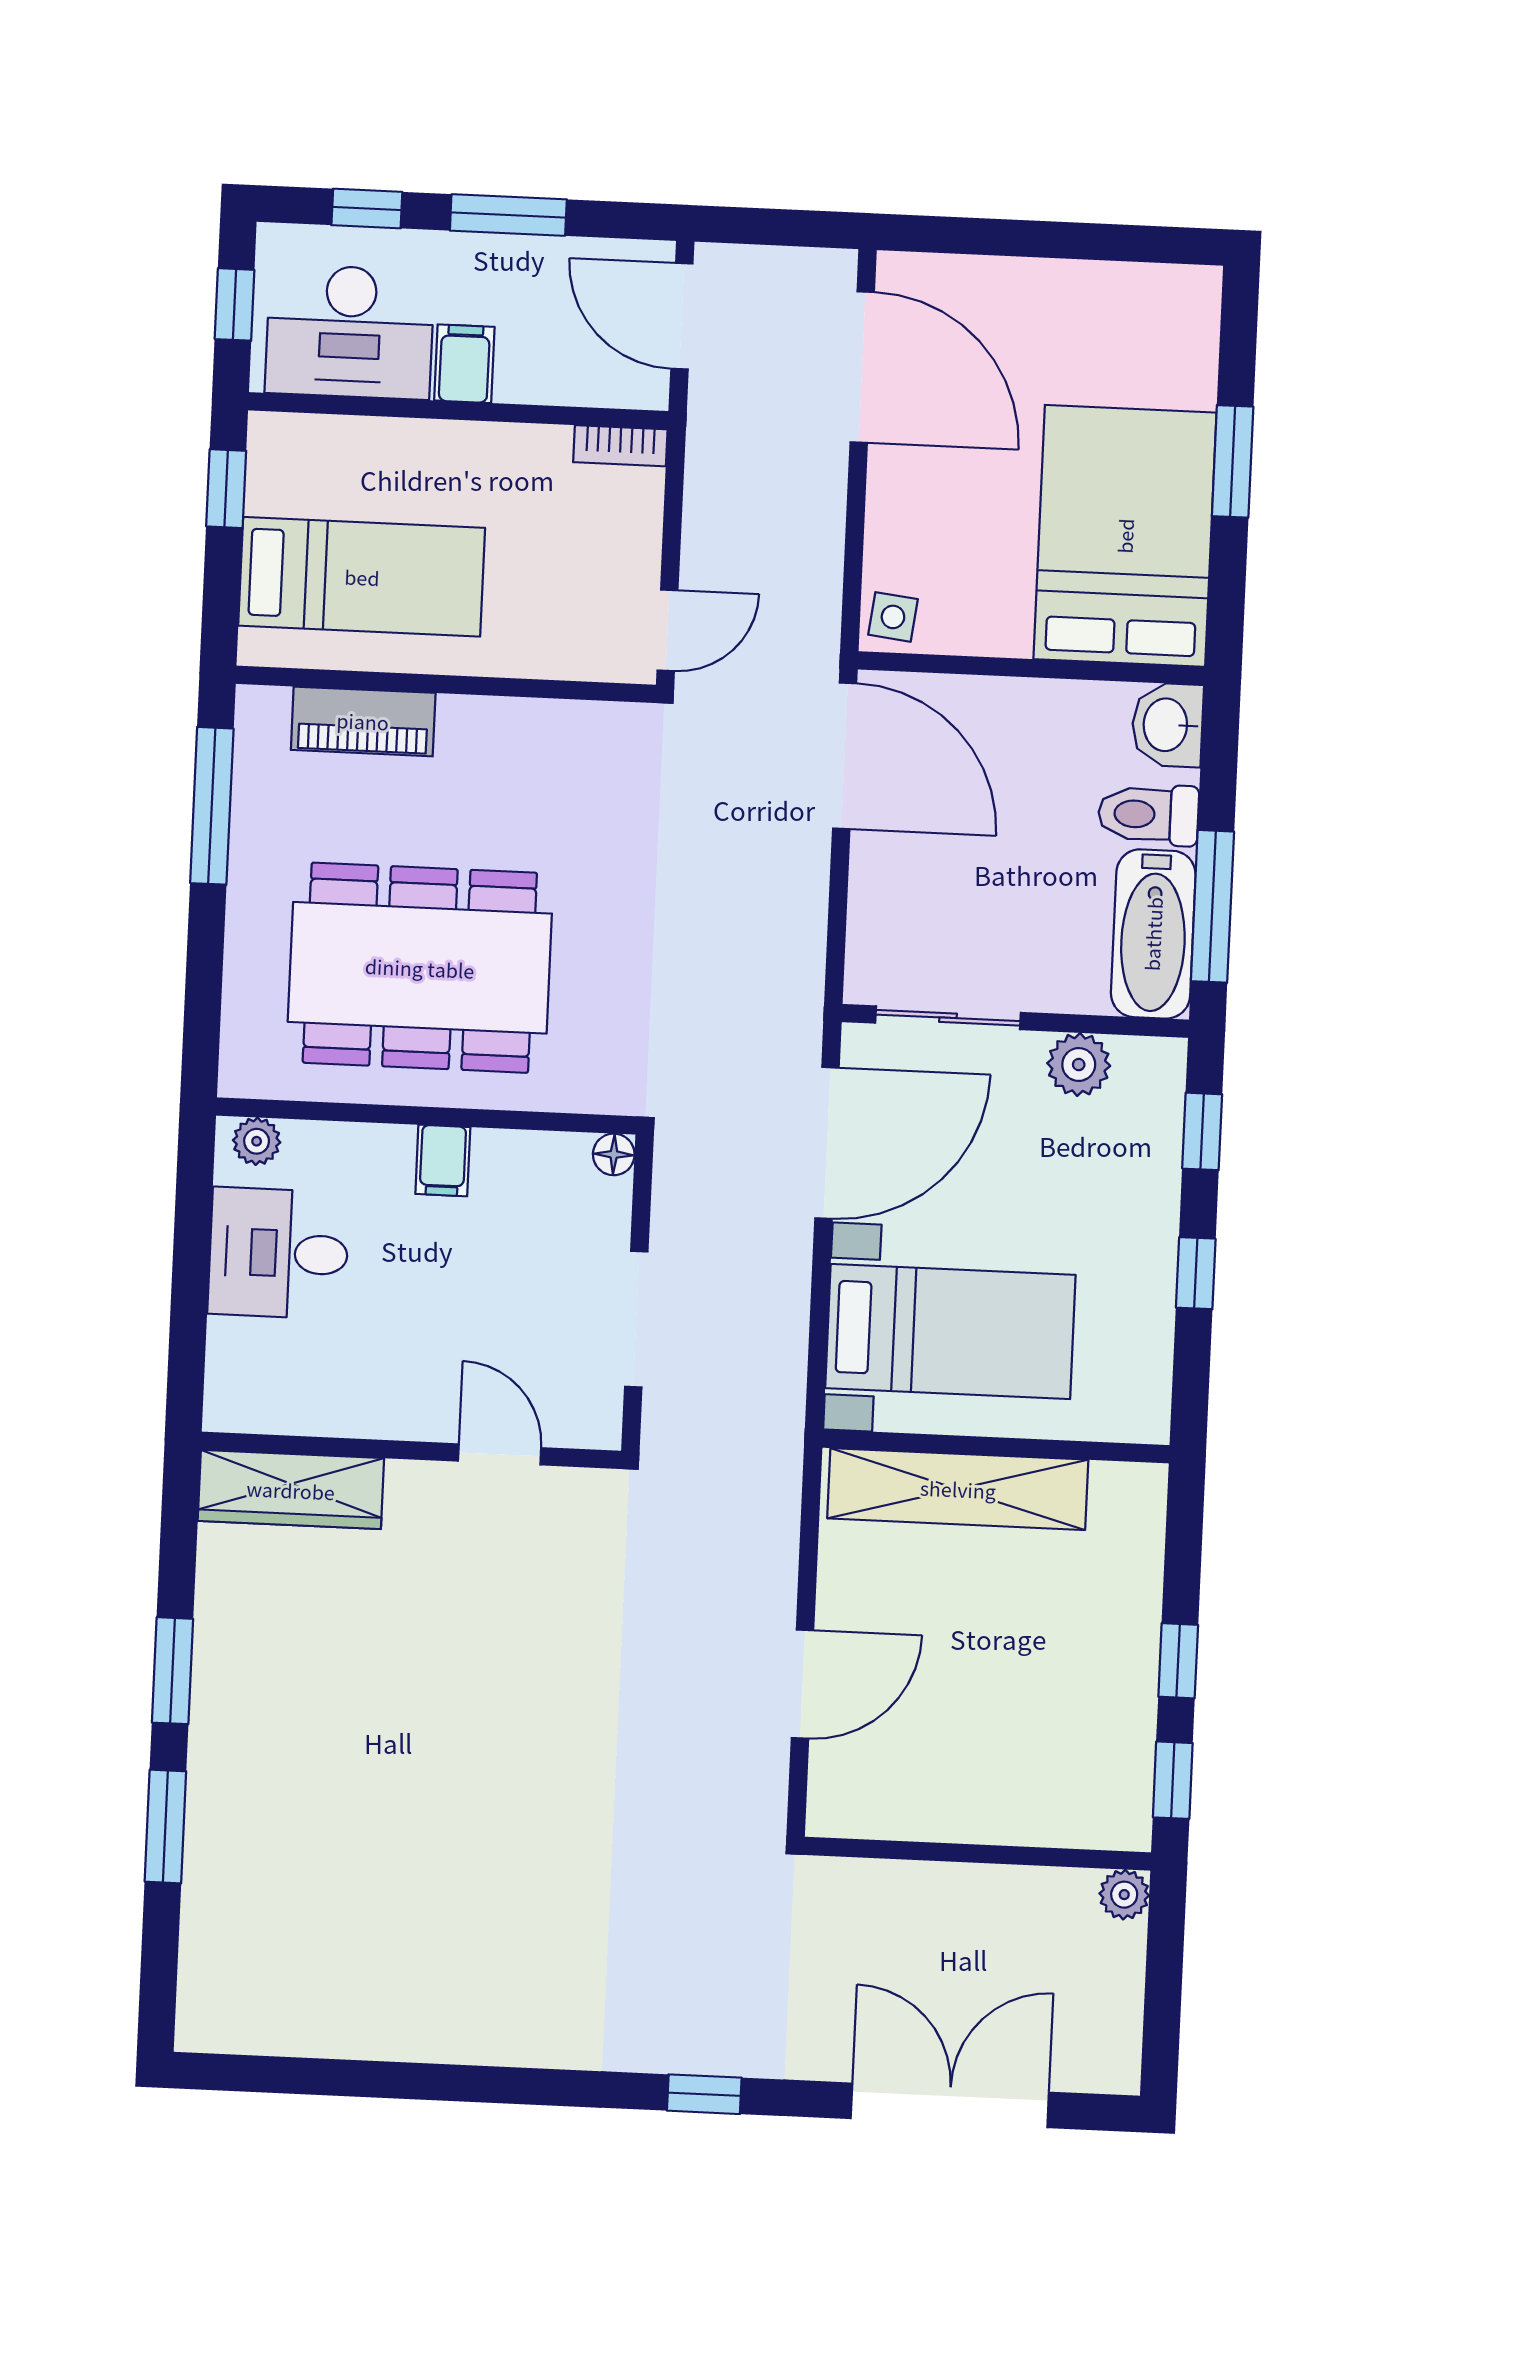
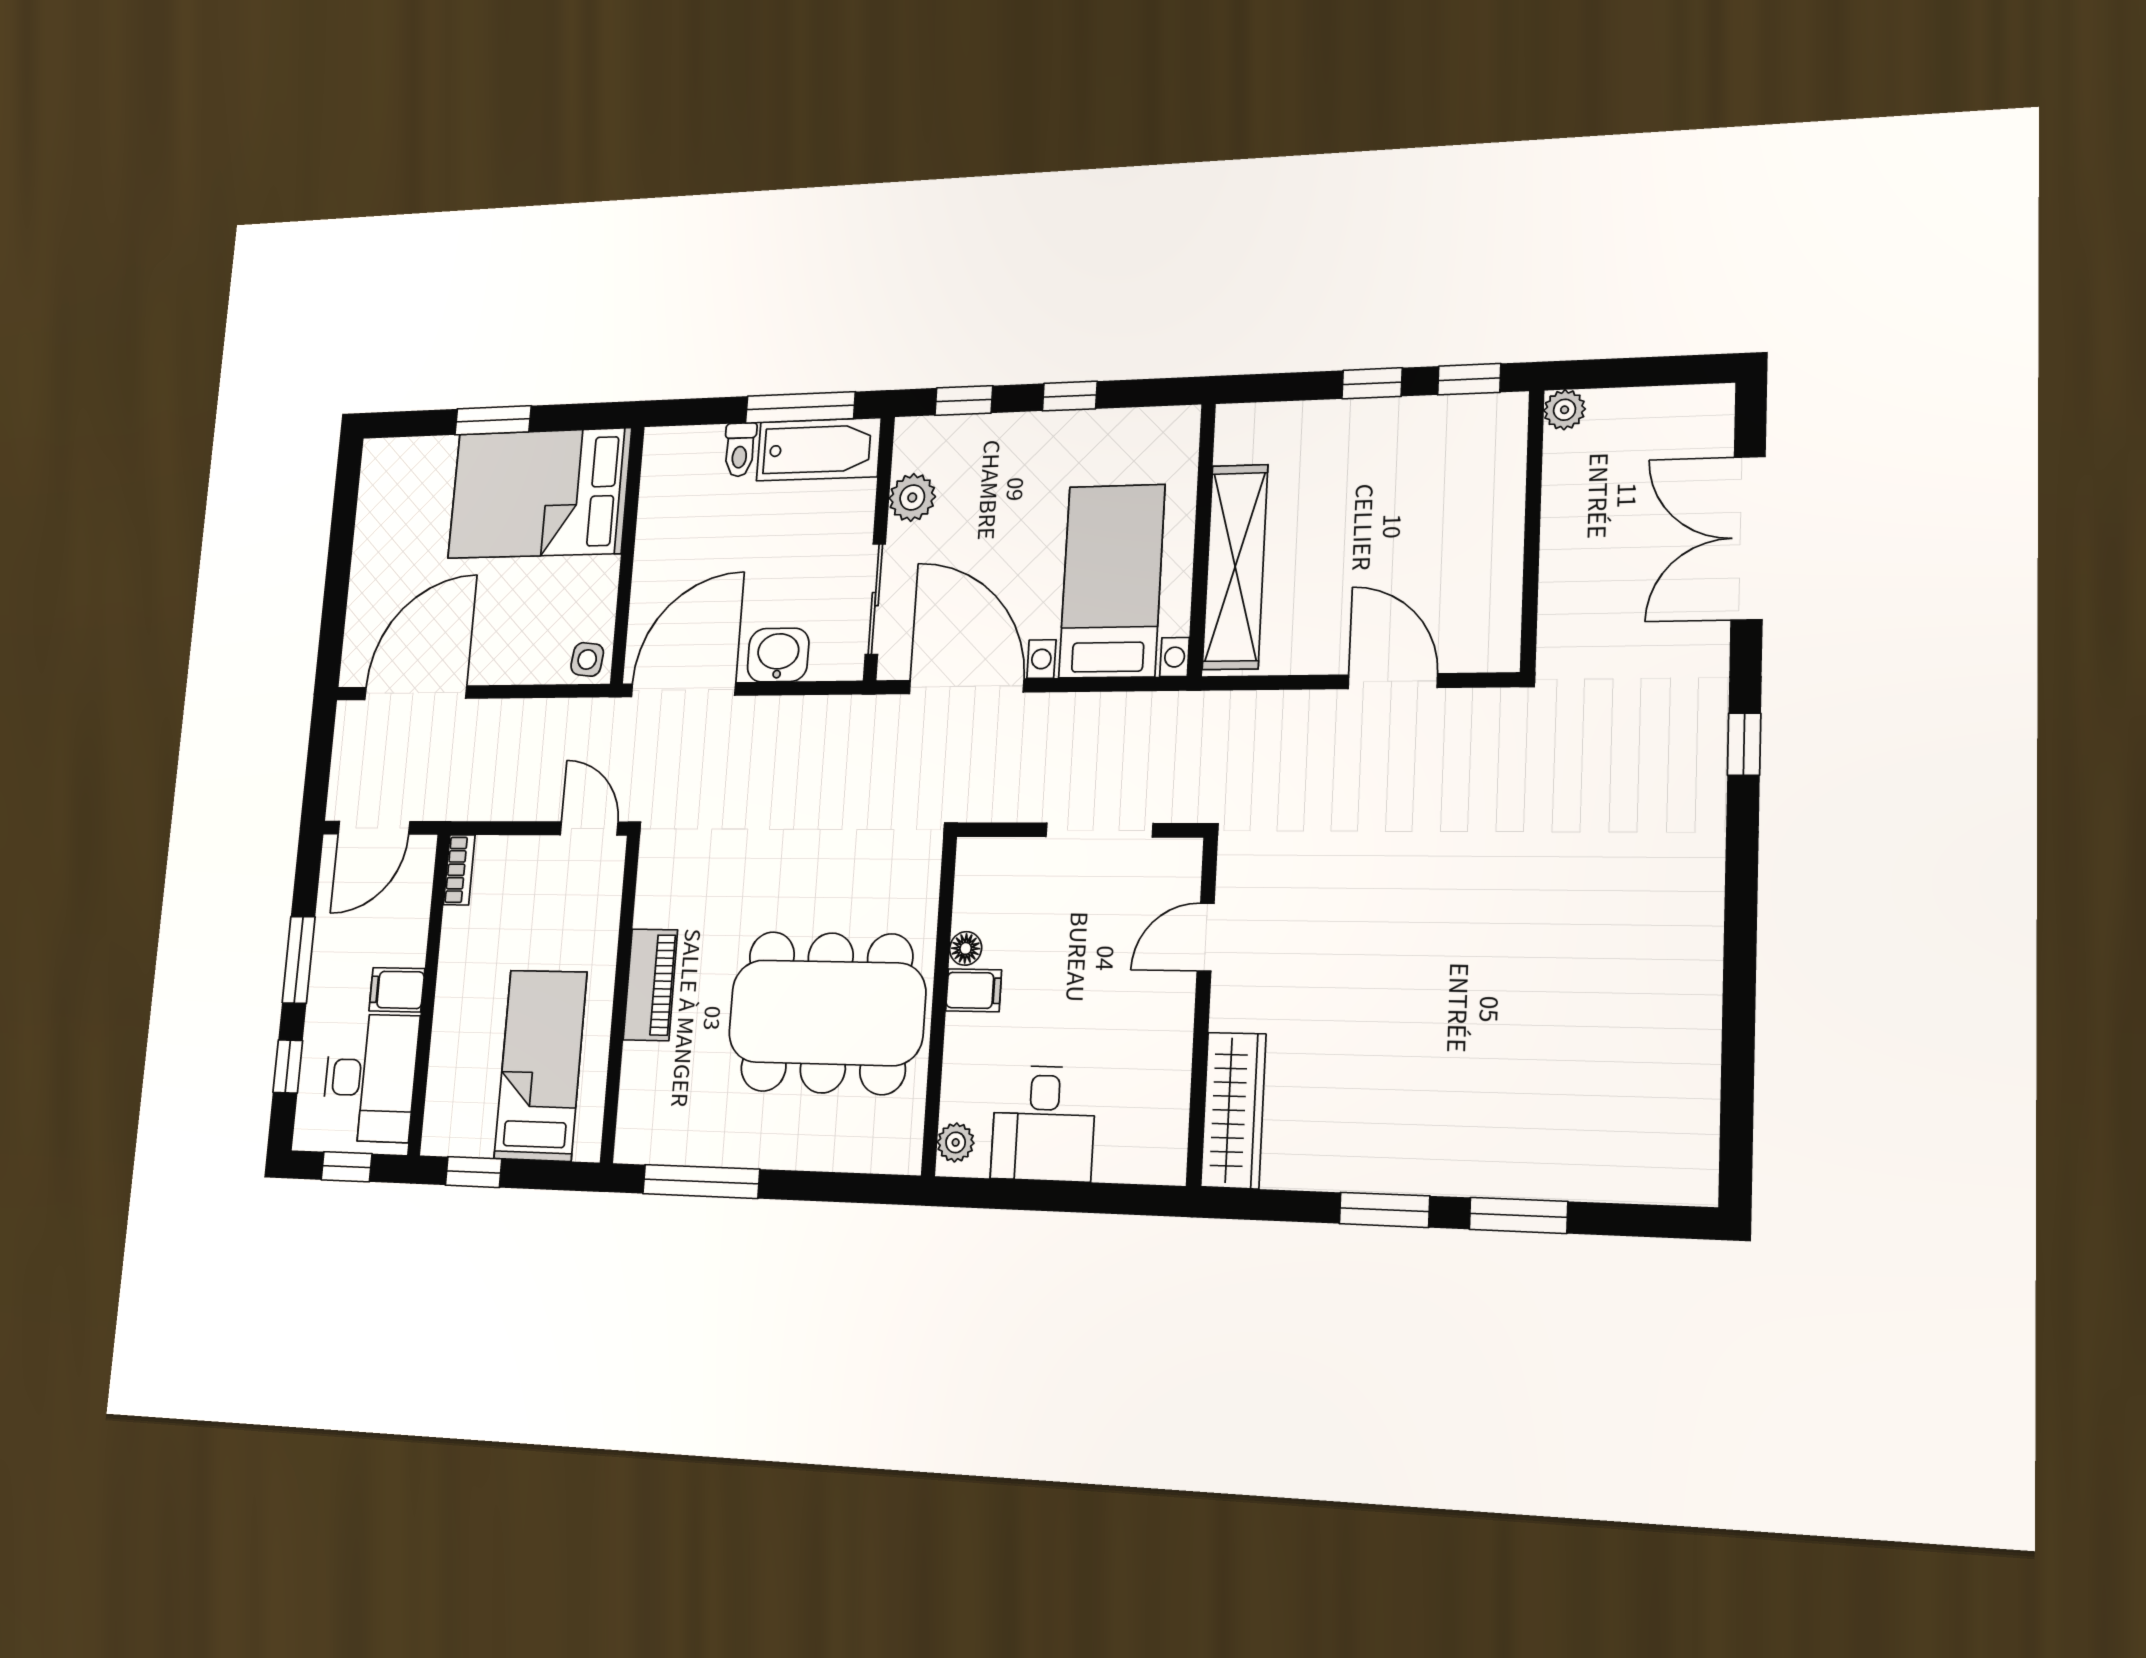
piano: (363, 721) -> (650, 985), moved
washbasin: (1167, 725) -> (778, 655), moved, turned 180
toilet: (1148, 814) -> (740, 450), width x0.73, depth x0.72
dining table: (420, 968) -> (827, 1013), turned 90
floor lamp: (614, 1154) -> (966, 948), moved

